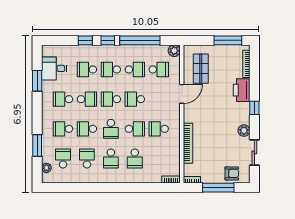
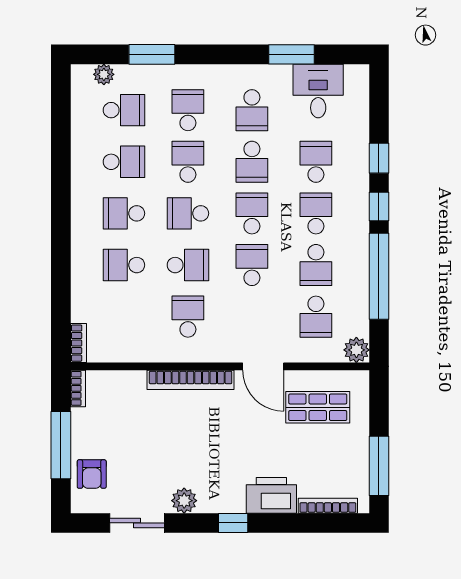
school desk: (63, 99) -> (252, 110), turned 180
school desk: (135, 129) -> (188, 265), turned -90
bookcase: (188, 143) -> (191, 380), moved

